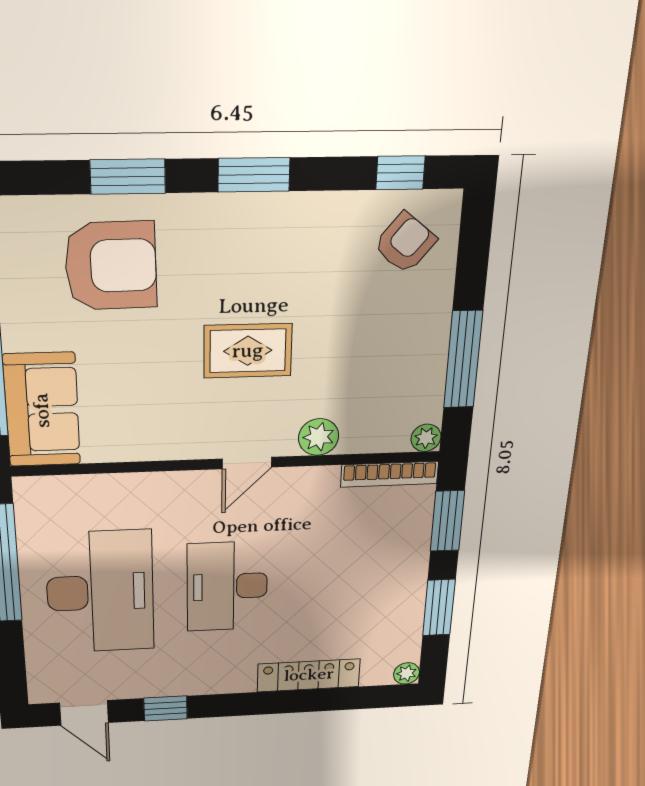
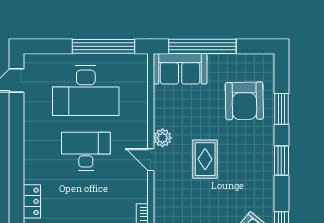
plant: (319, 437) -> (162, 138), moved
locker: (309, 675) -> (32, 201), width x0.66
window: (166, 708) -> (16, 121), removed

